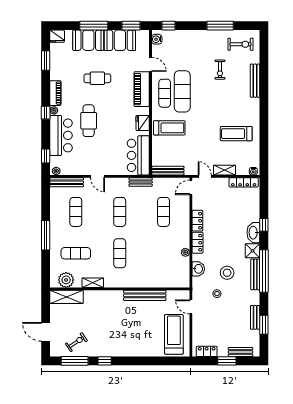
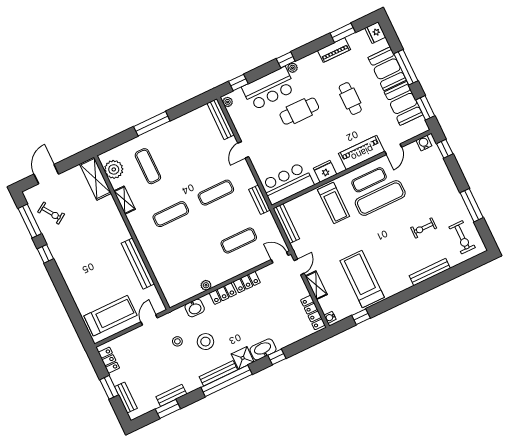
piano: (55, 93) -> (334, 50), moved
treadmill: (236, 134) -> (362, 279), width x1.37, depth x1.38
window: (264, 148) -> (361, 317), added
exercise mat: (76, 212) -> (193, 145), removed

